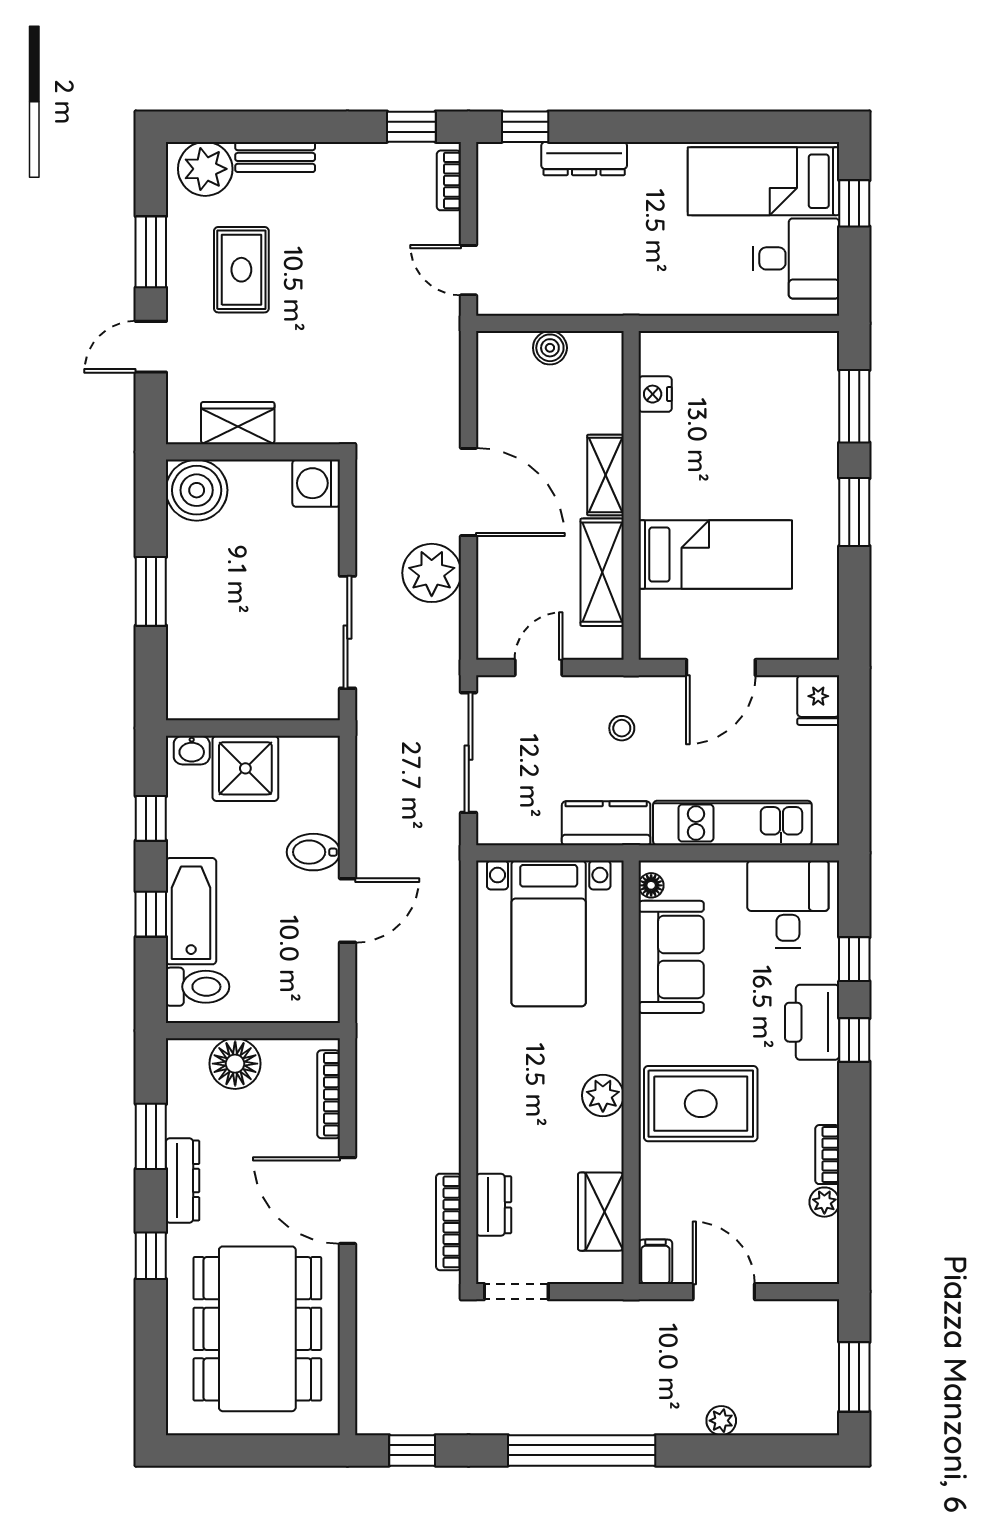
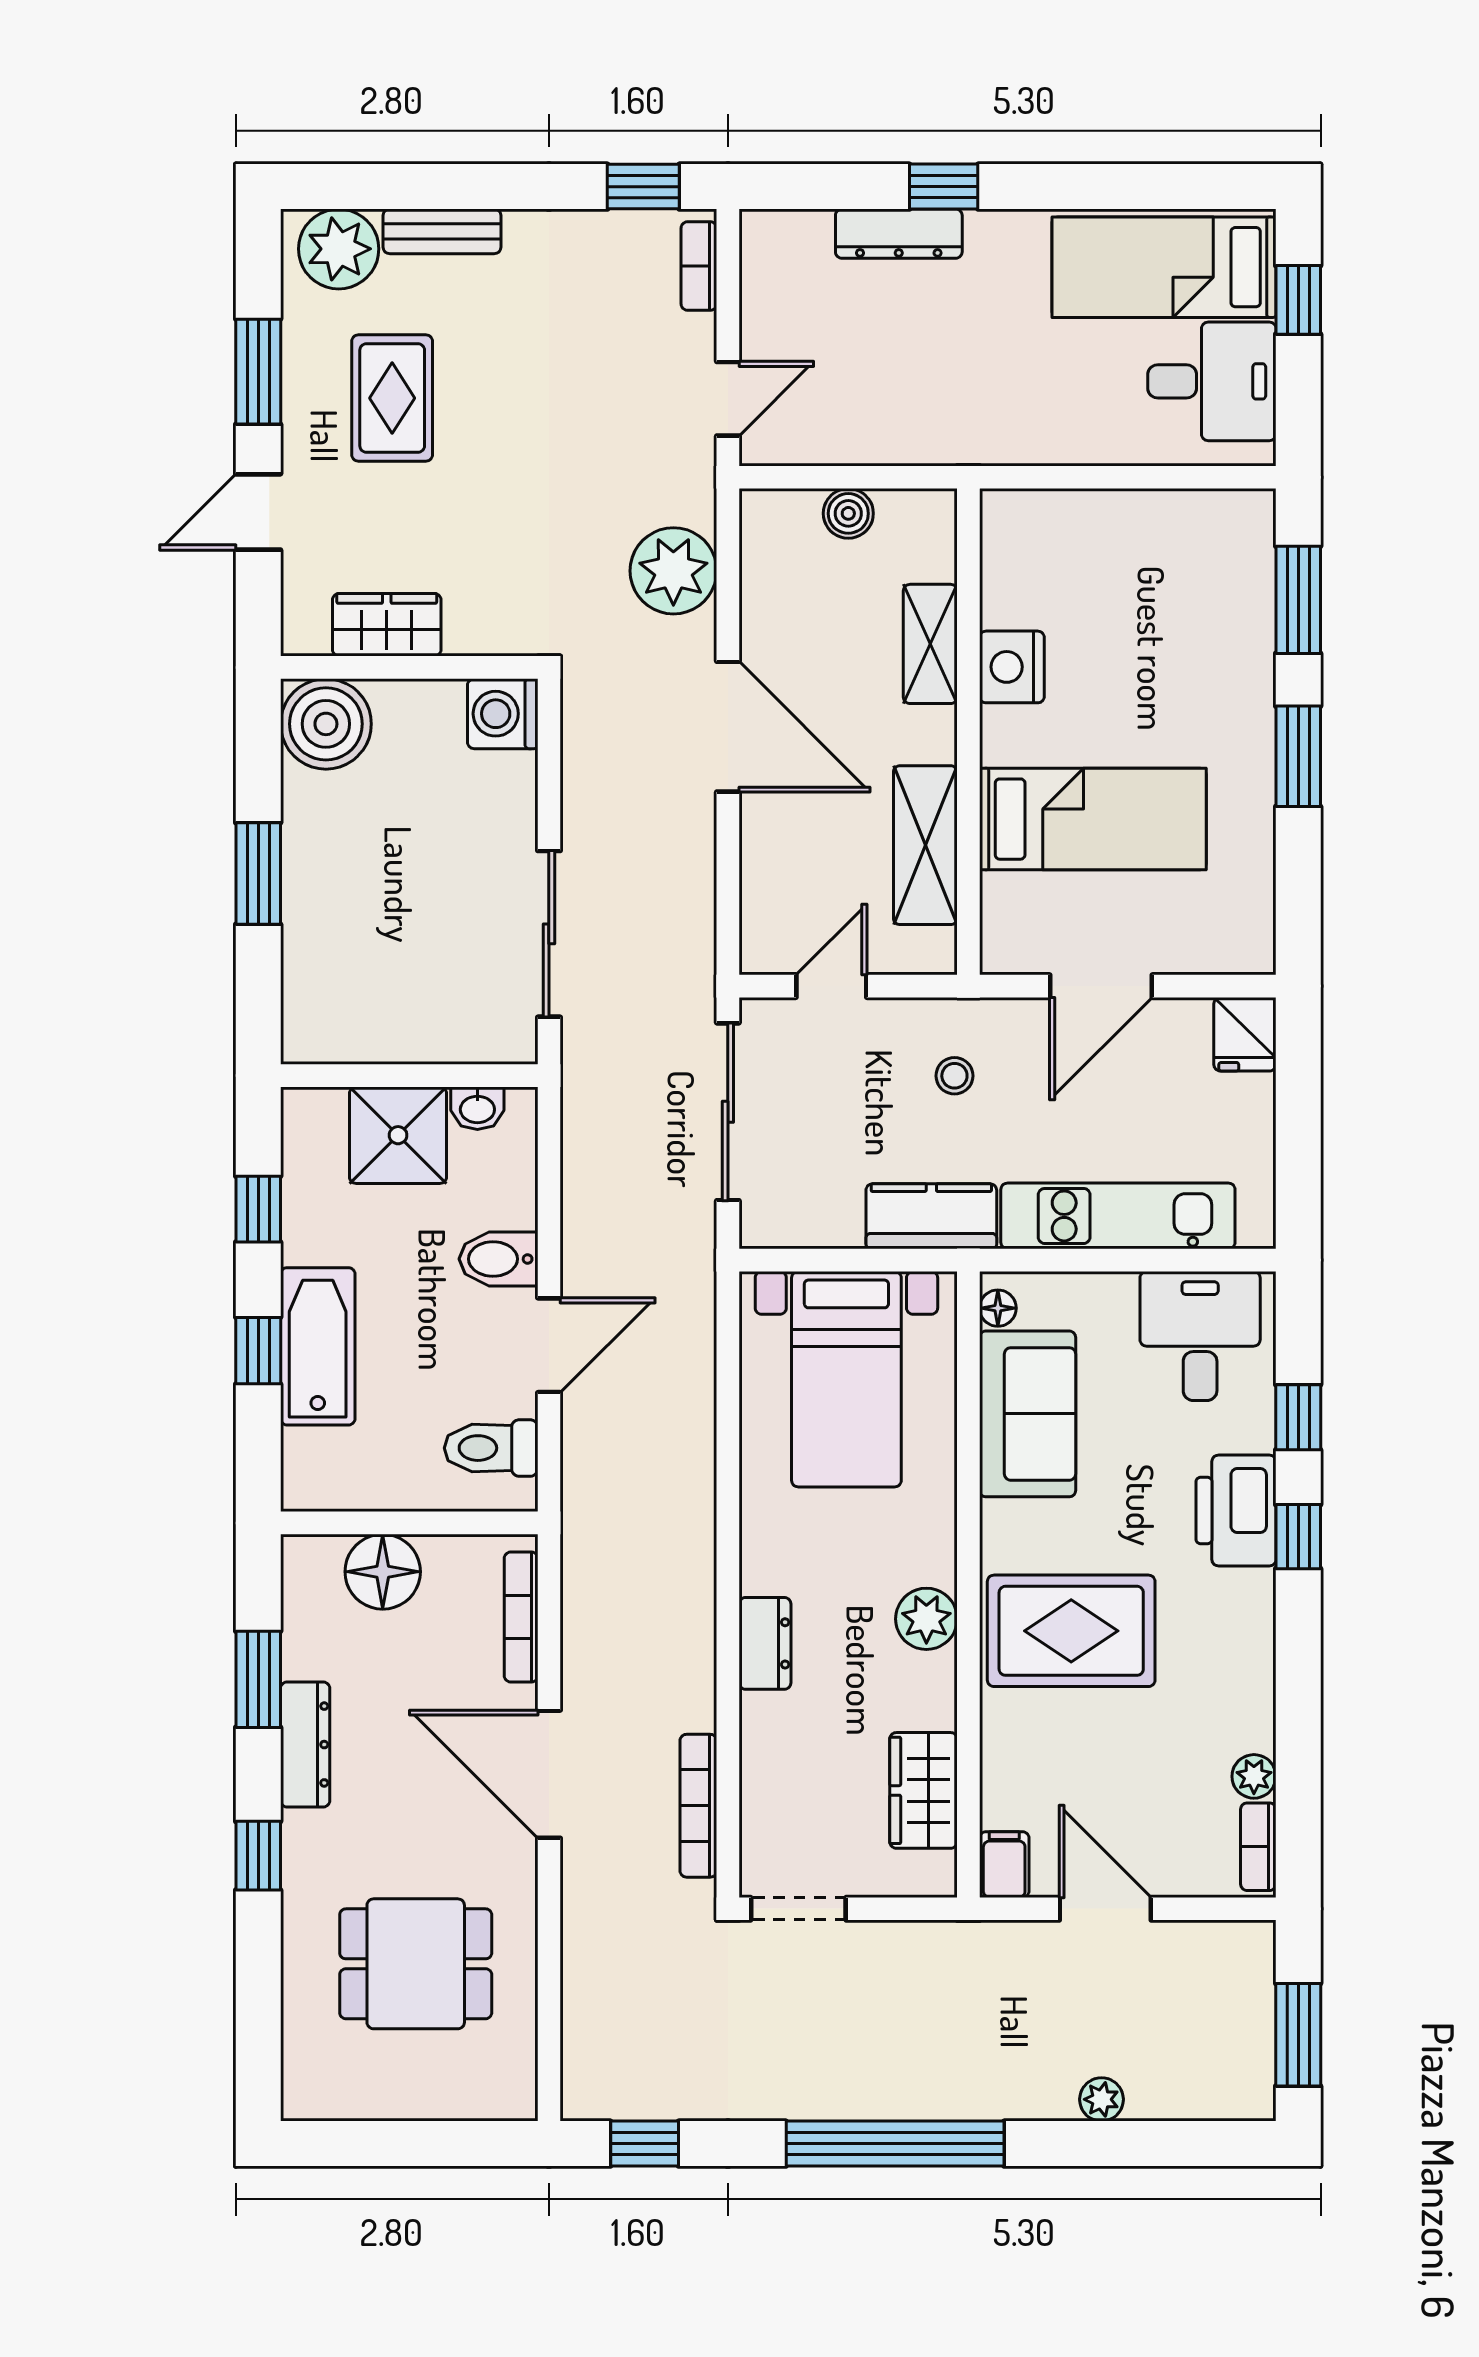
window: (525, 127) -> (944, 187), moved
door: (469, 270) -> (728, 399), swing flipped
nightstand: (655, 394) -> (1012, 667), moved, width x1.36, depth x1.33
shelving: (605, 475) -> (930, 644), moved
plant: (432, 573) -> (673, 571), moved
washbasin: (192, 750) -> (477, 1108), moved
toilet: (198, 987) -> (491, 1448), moved, turned 180
bookcase: (827, 1155) -> (1258, 1847), moved
dresser: (494, 1205) -> (765, 1643), moved
dining table: (257, 1329) -> (416, 1964), width x0.53, depth x0.80

